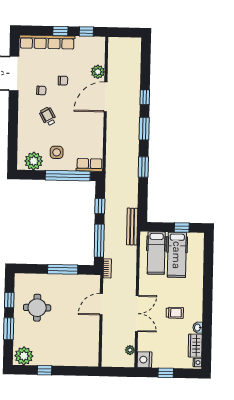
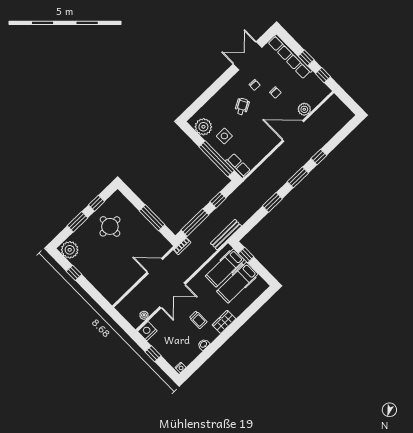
window: (182, 228) -> (246, 255), moved
wardrobe: (195, 346) -> (224, 322), moved

